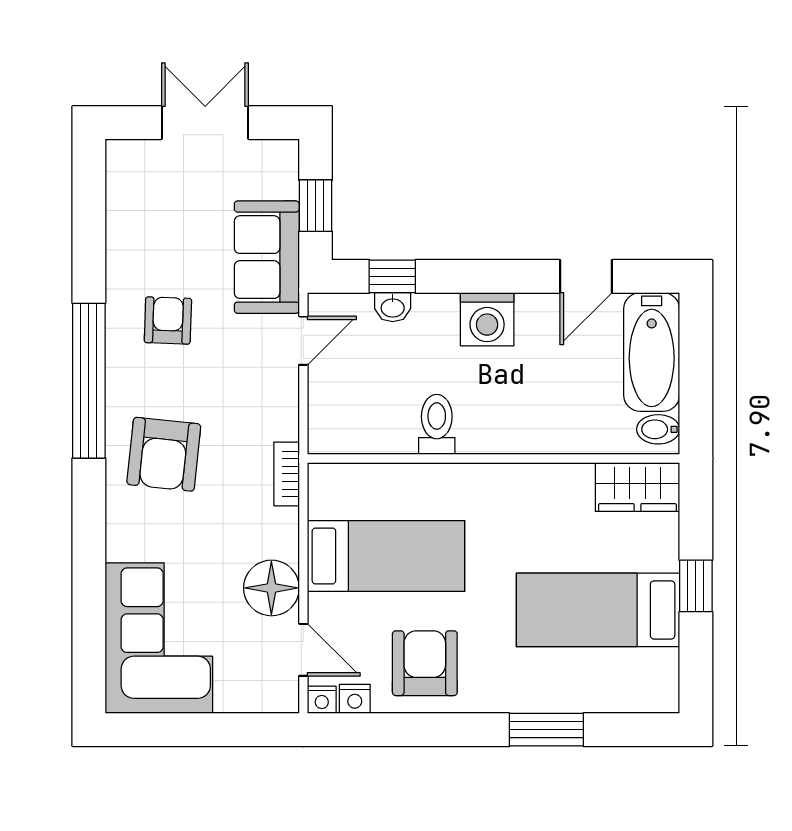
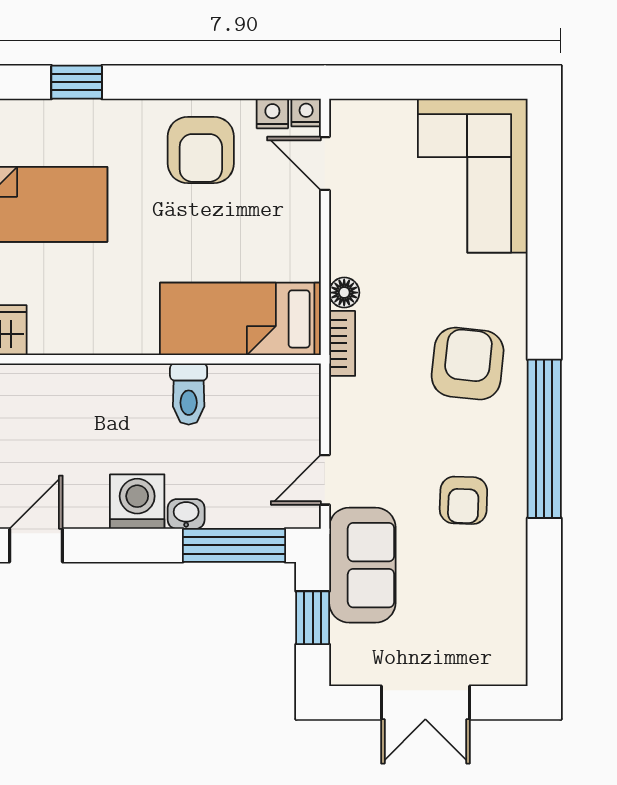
window: (392, 276) -> (234, 545), width x2.17
washbasin: (393, 307) -> (186, 514), moved
bed: (386, 556) -> (240, 319), moved
floor lamp: (271, 588) -> (344, 293), moved, width x0.53, depth x0.53
window: (546, 730) -> (77, 82), width x0.67

